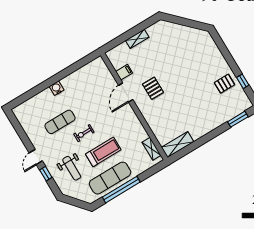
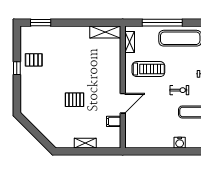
window: (243, 81) -> (17, 68), moved
pallet: (153, 88) -> (75, 100), moved, turned 90
treadmill: (103, 152) -> (148, 69), moved, turned 180
window: (121, 190) -> (162, 23), moved

